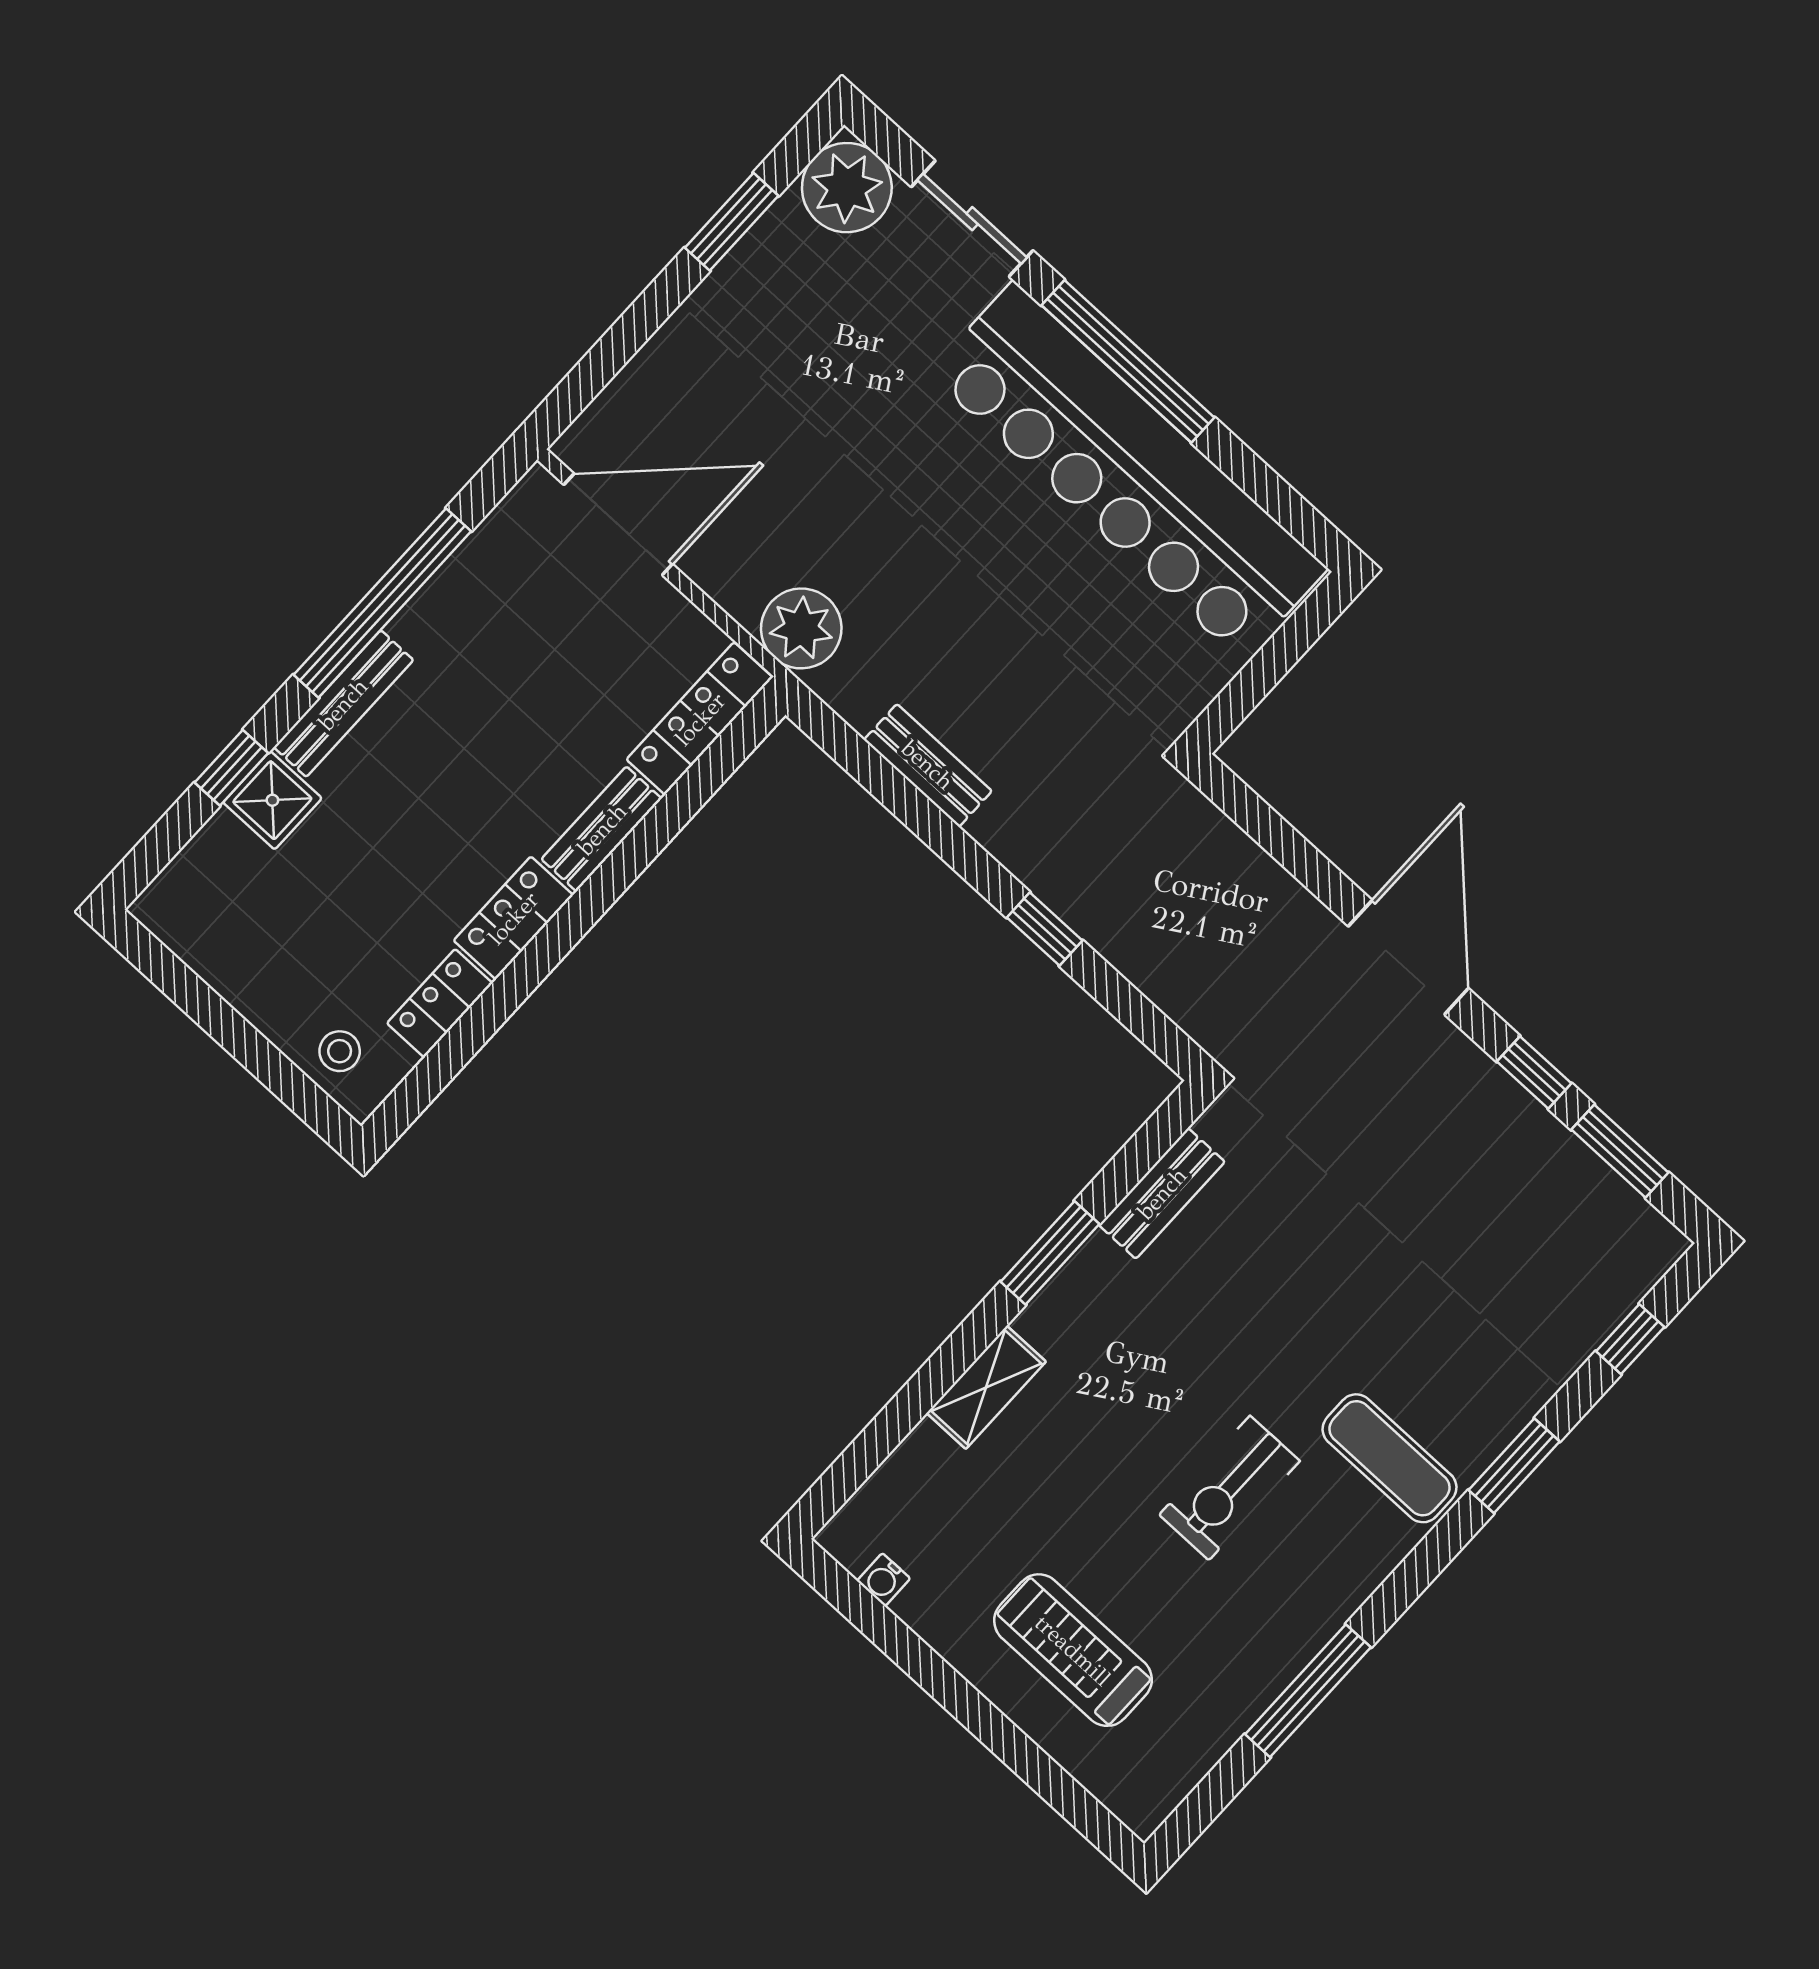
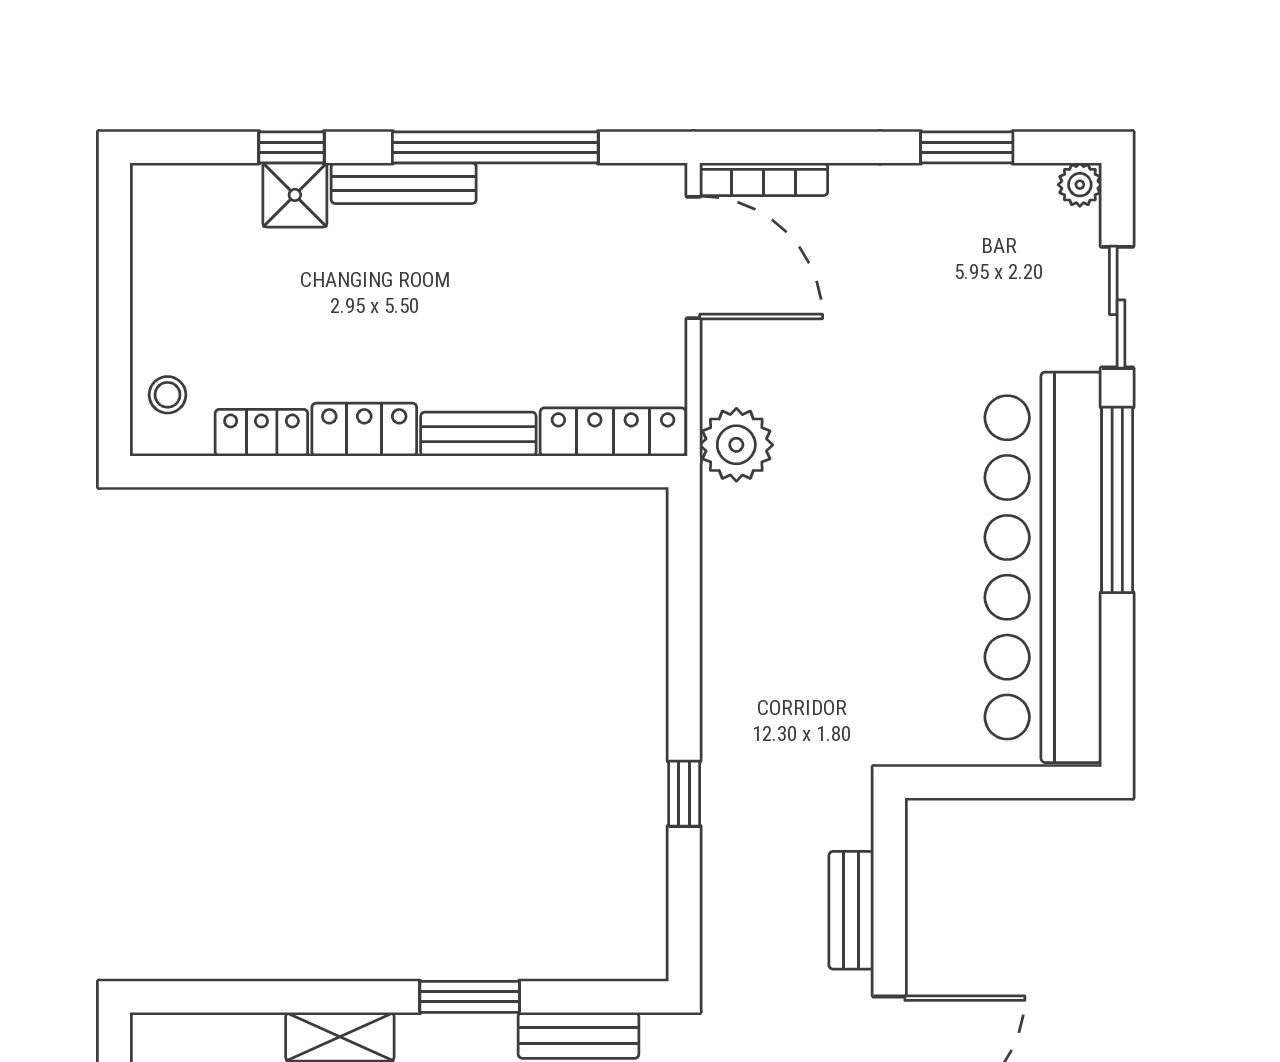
plant: (847, 188) -> (1080, 185), width x0.53, depth x0.53
bookcase: (607, 410) -> (764, 179), added
bench: (928, 765) -> (851, 910), moved

